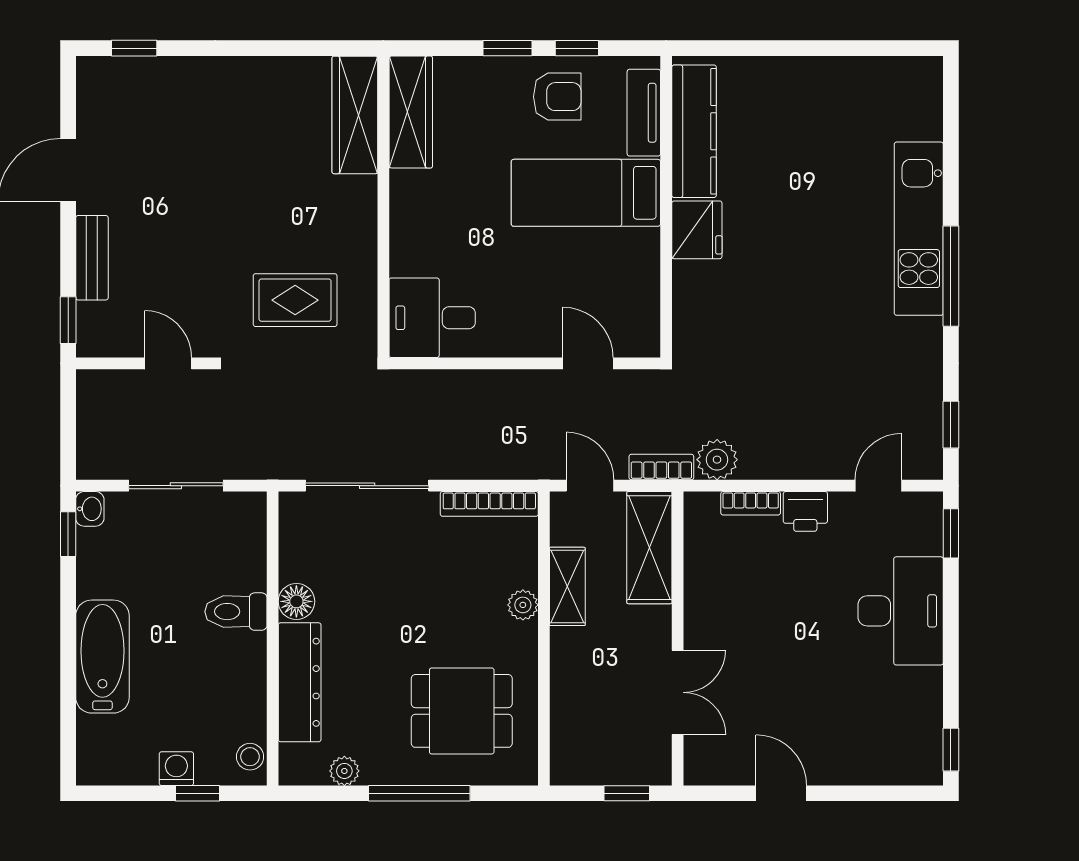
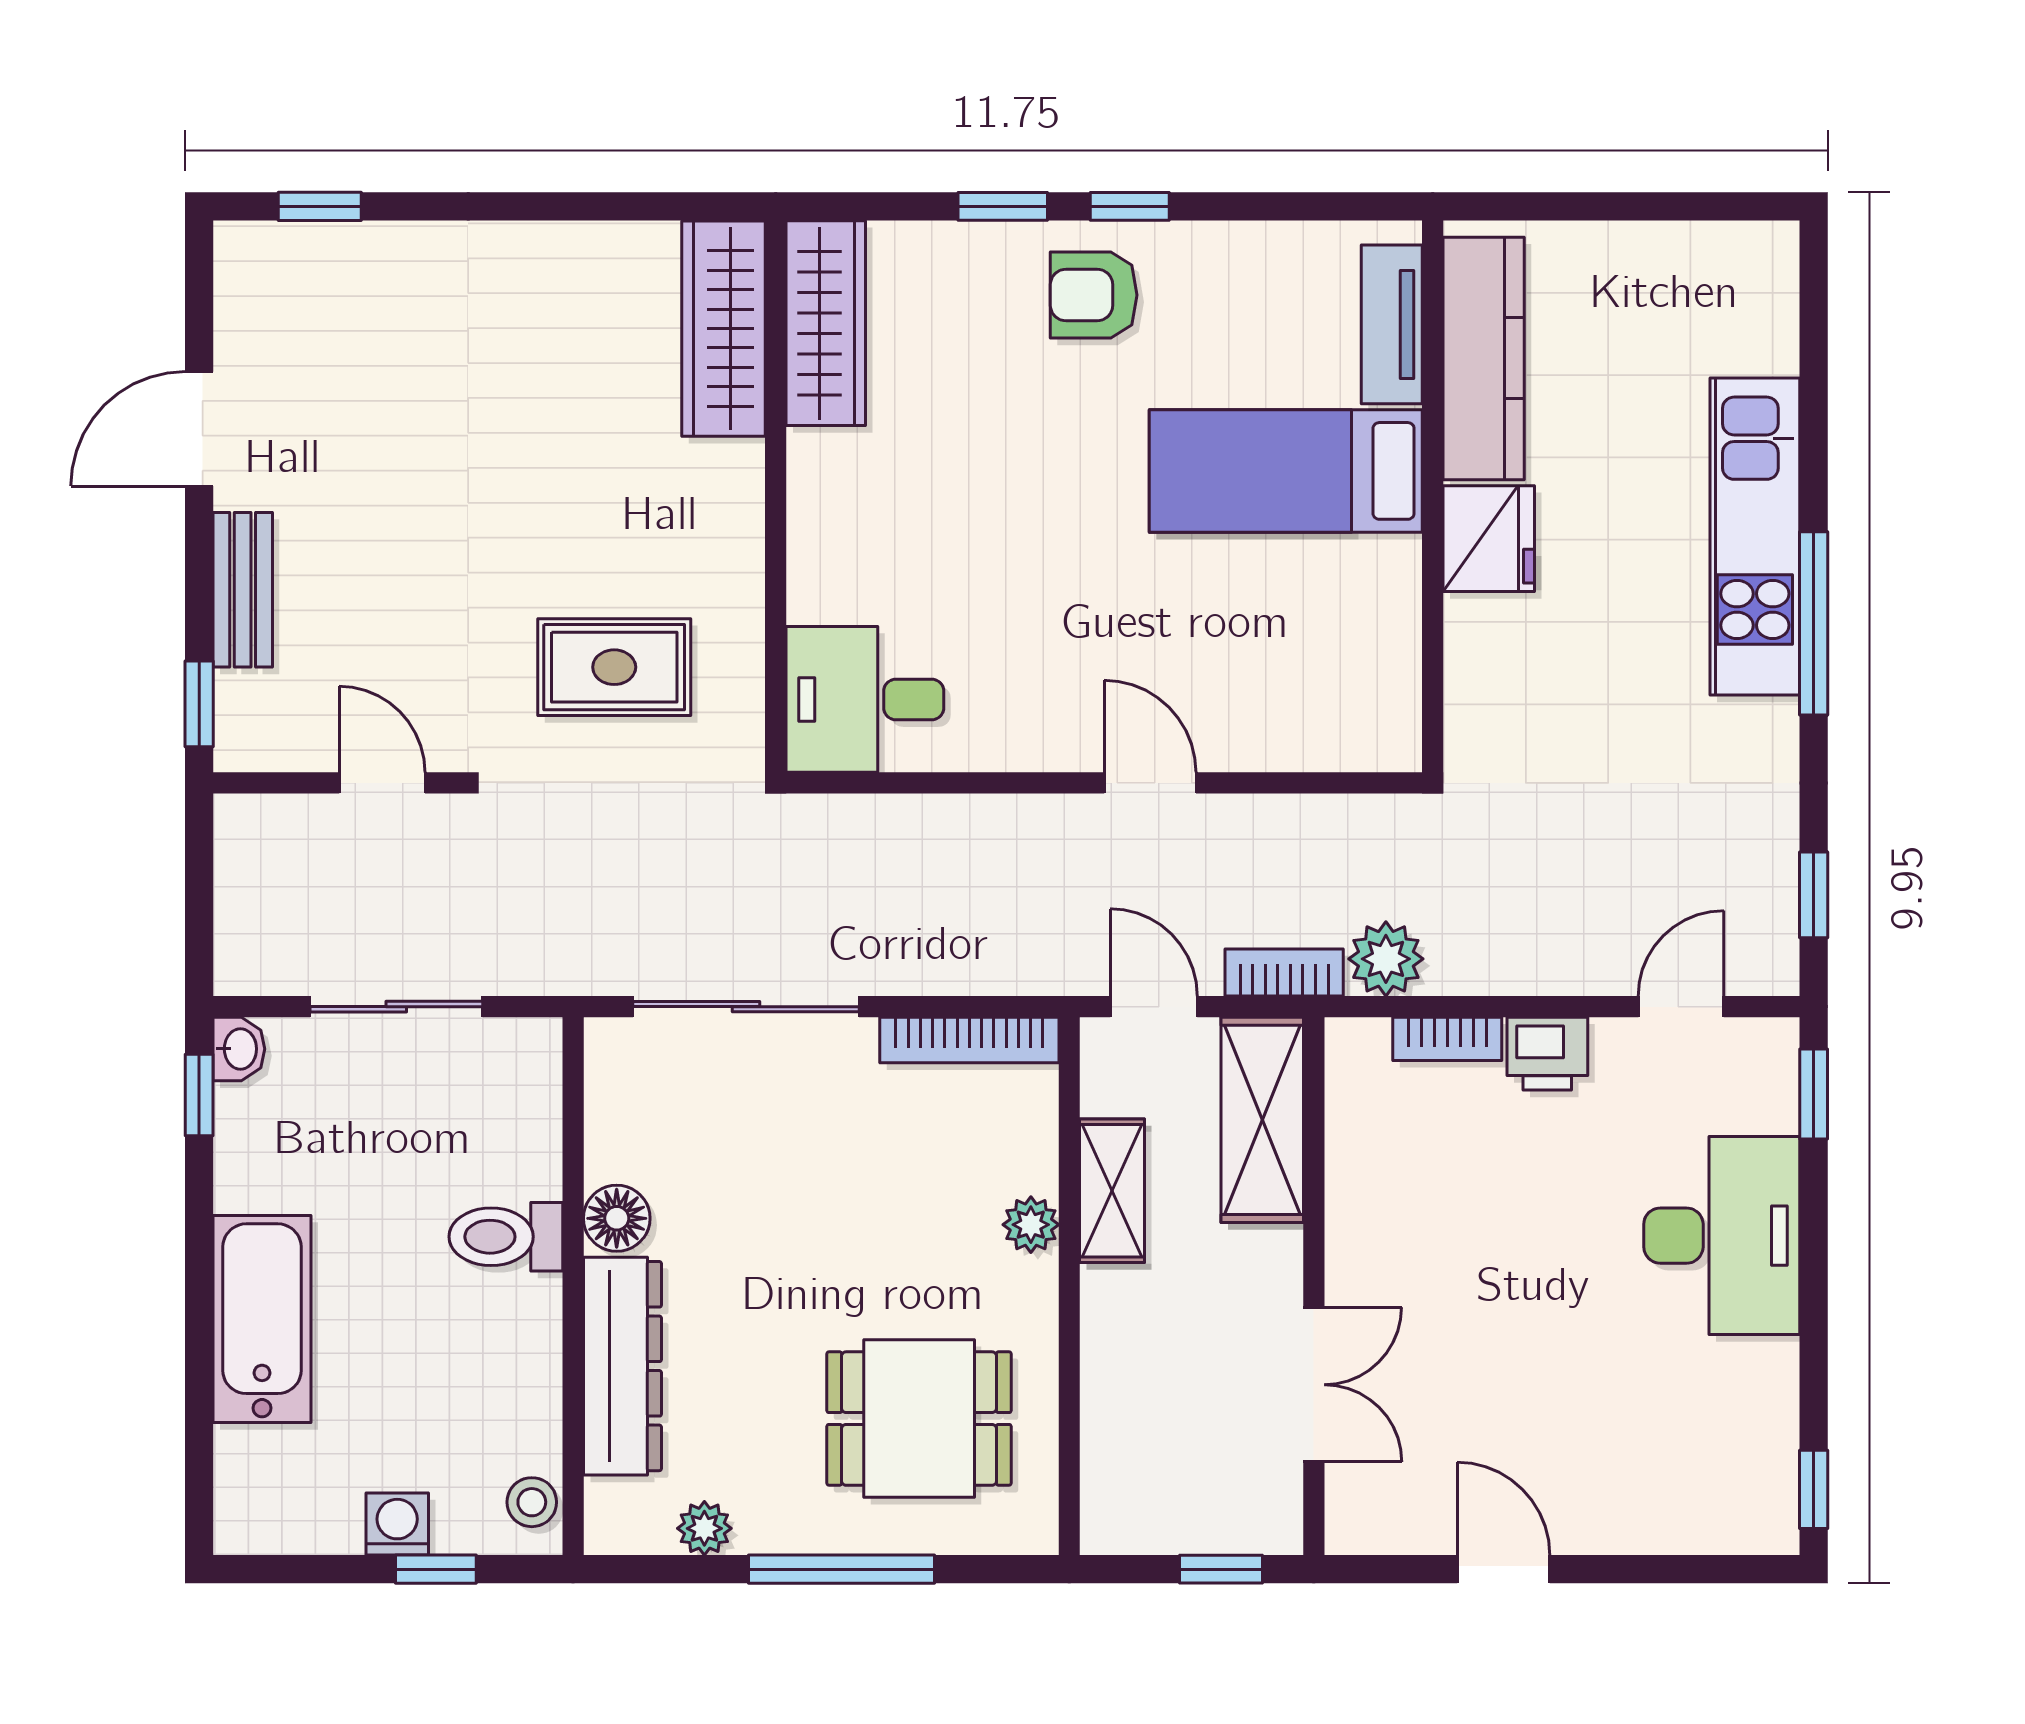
armchair: (557, 97) -> (1094, 295), turned 180
tv unit: (644, 113) -> (1392, 324), moved
kitchen counter: (694, 131) -> (1484, 358), moved
bed: (586, 193) -> (1286, 471), moved
wall: (666, 207) -> (1433, 496), moved
fridge: (697, 230) -> (1489, 539), moved

